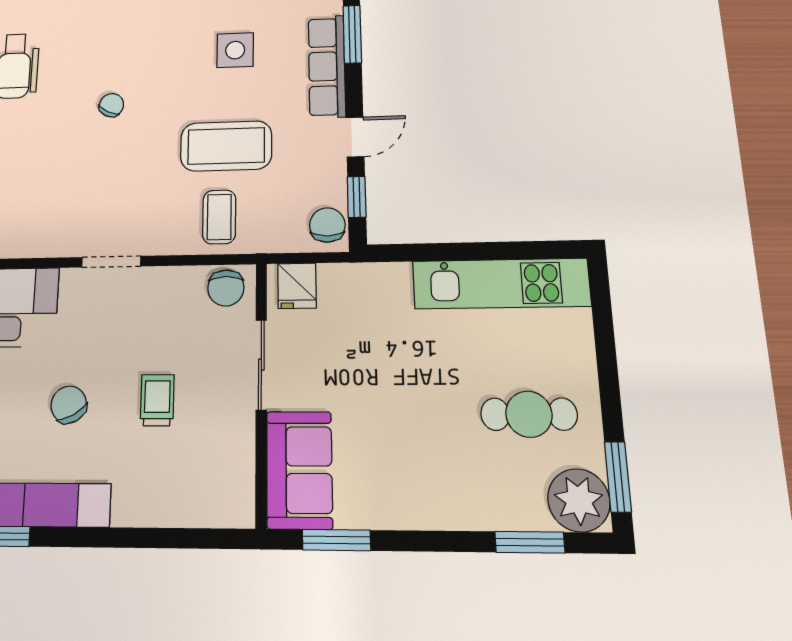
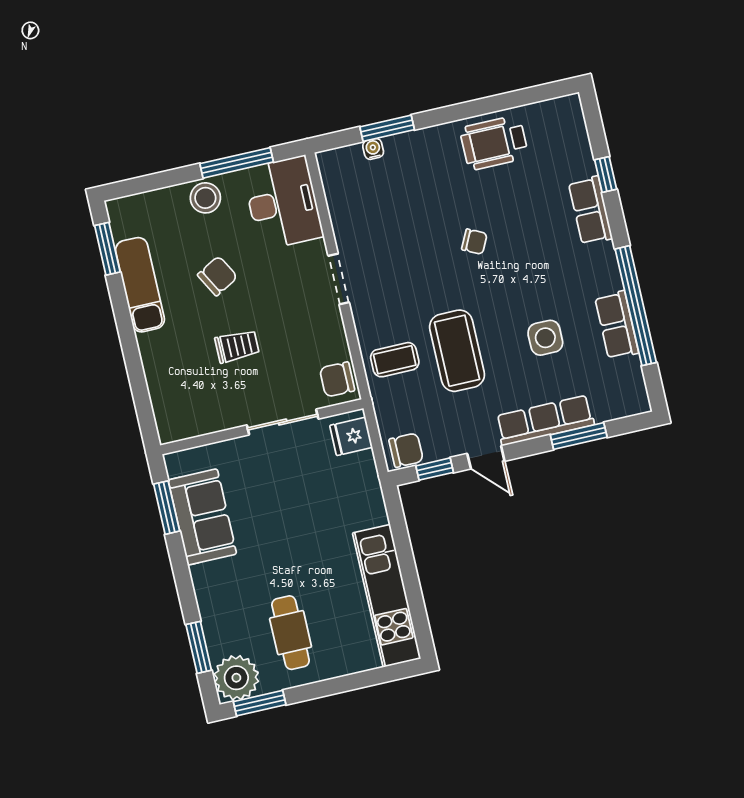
sofa: (299, 470) -> (202, 517), moved, turned -90

